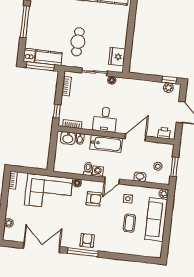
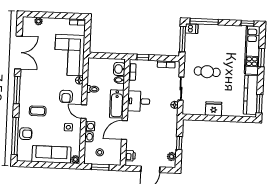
window: (25, 22) -> (204, 22), moved
fridge: (117, 57) -> (214, 109), moved
kitchen counter: (49, 58) -> (191, 46), removed
window: (169, 80) -> (179, 143), moved
door: (135, 137) -> (124, 130), swing flipped
washing machine: (98, 171) -> (90, 126), moved
coffee table: (129, 223) -> (38, 111), moved
armchair: (87, 240) -> (26, 134), moved
window: (133, 258) -> (15, 136), added

